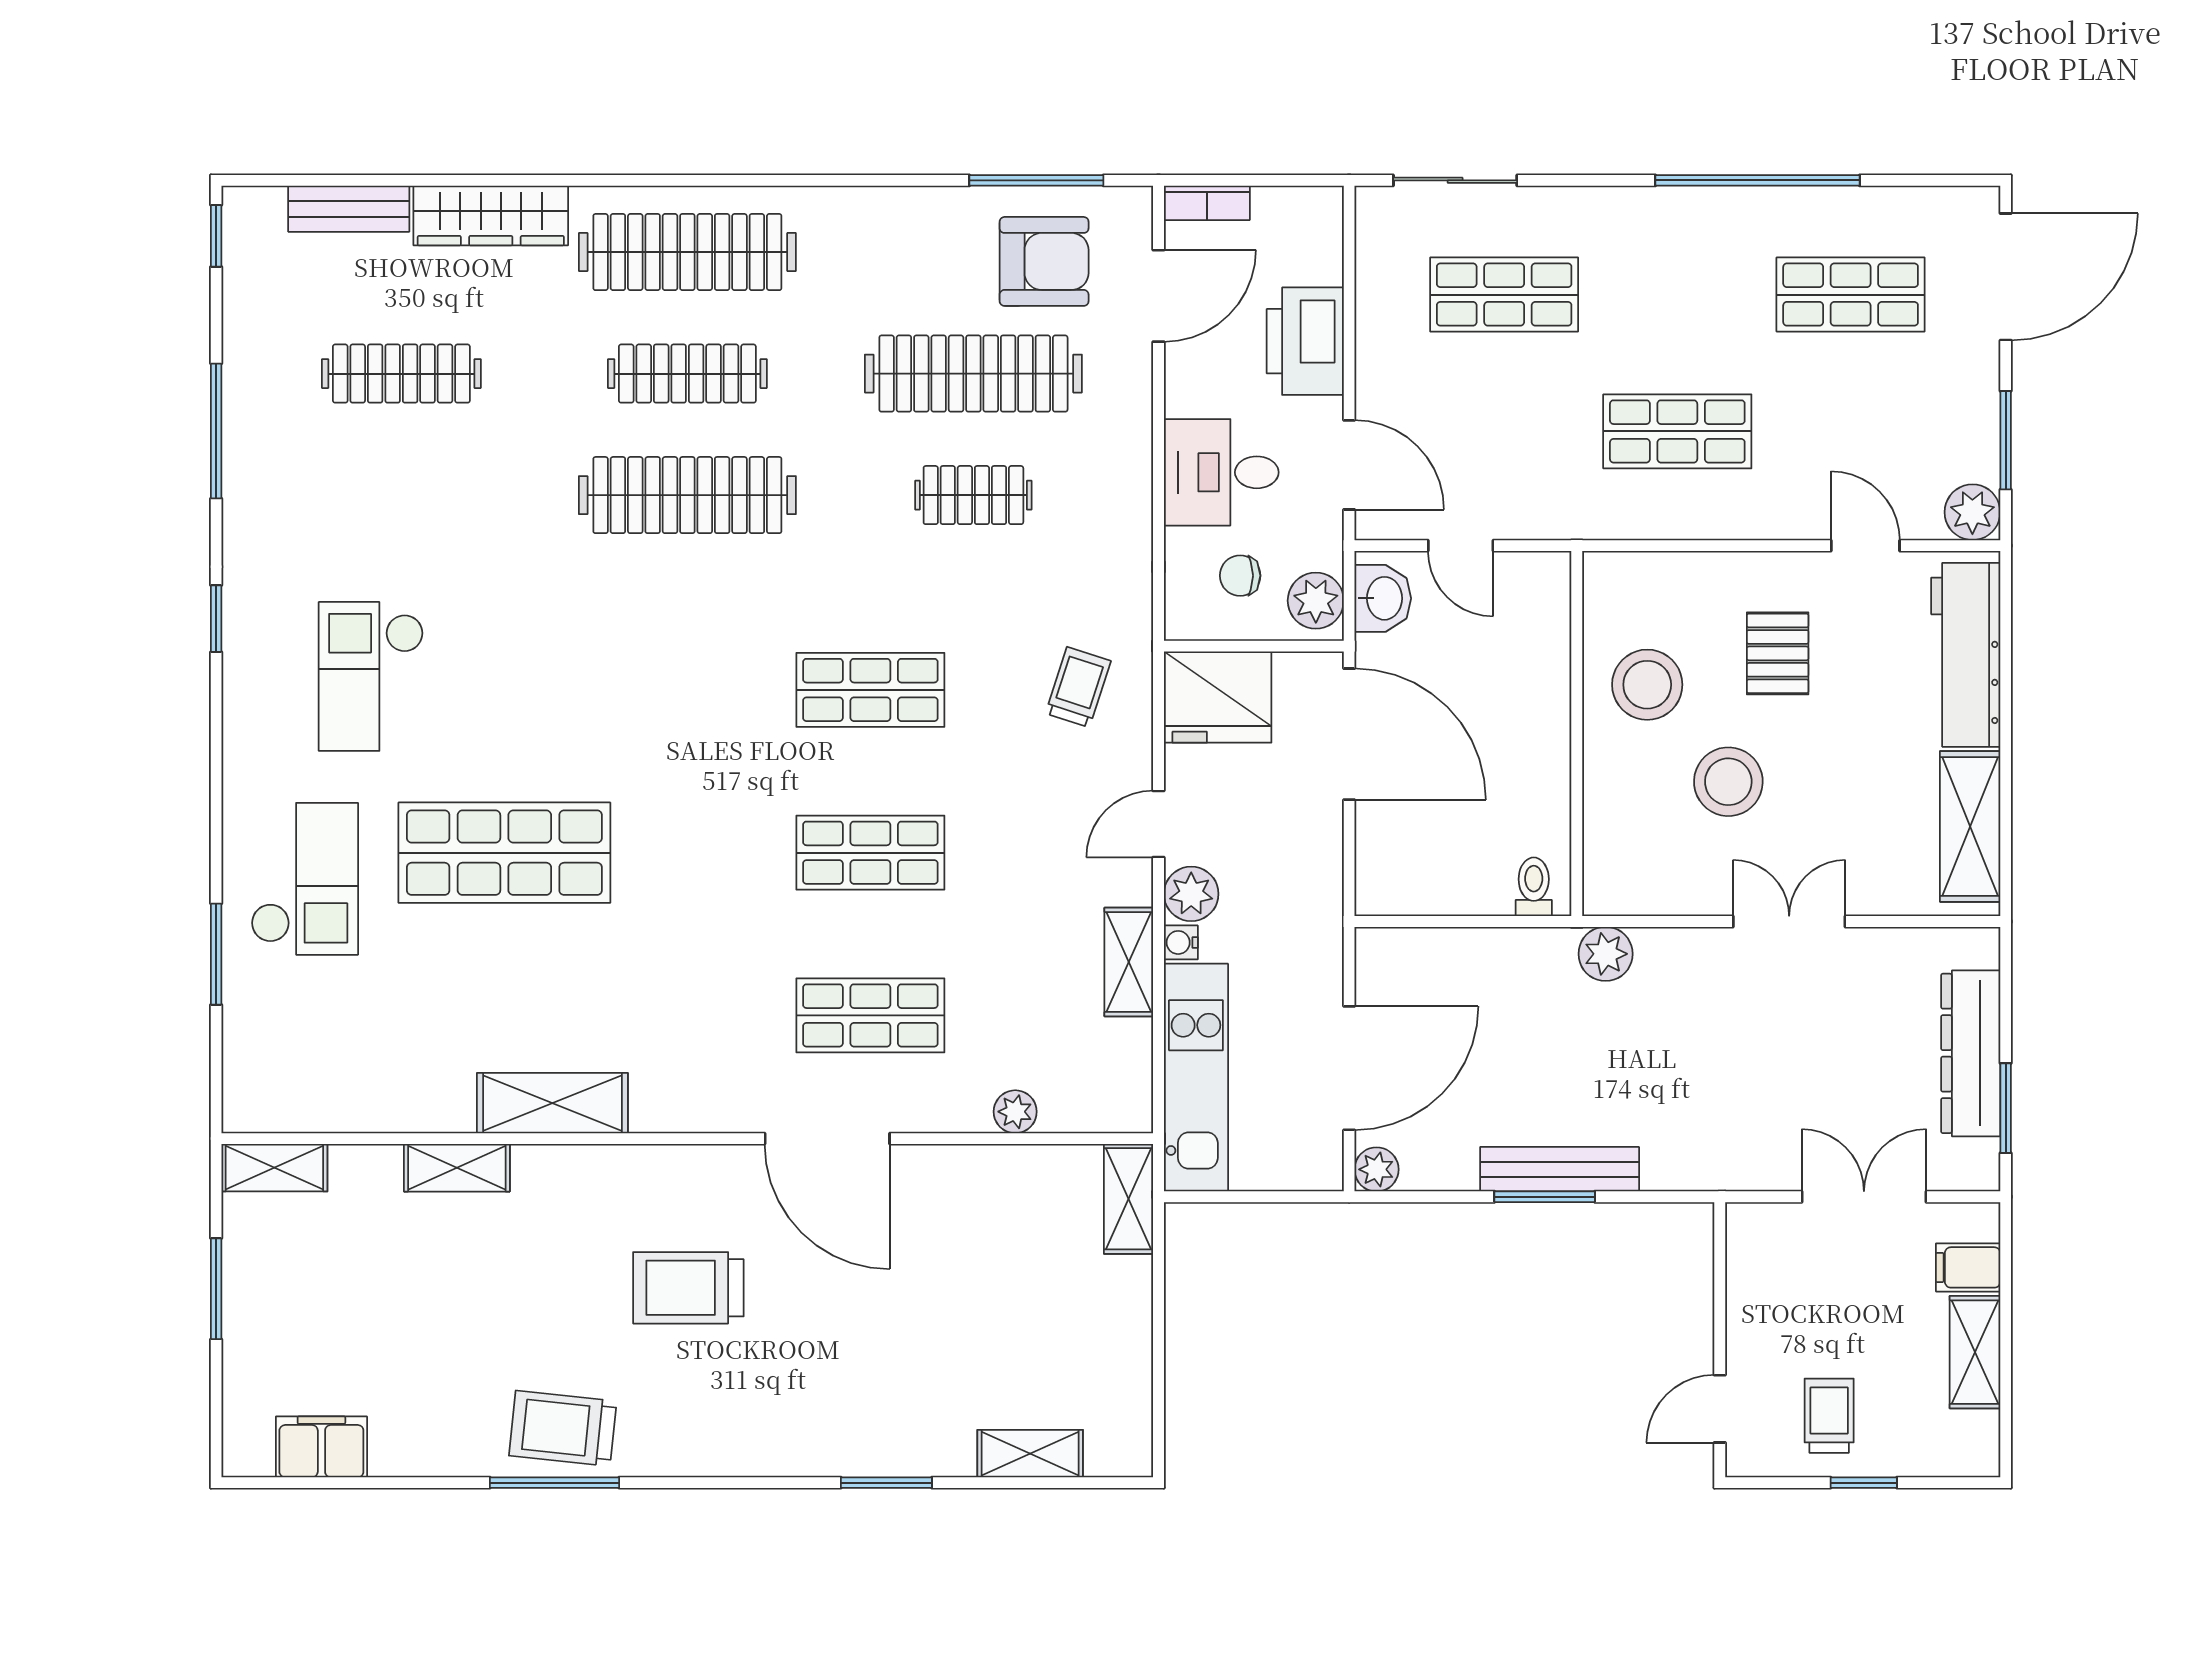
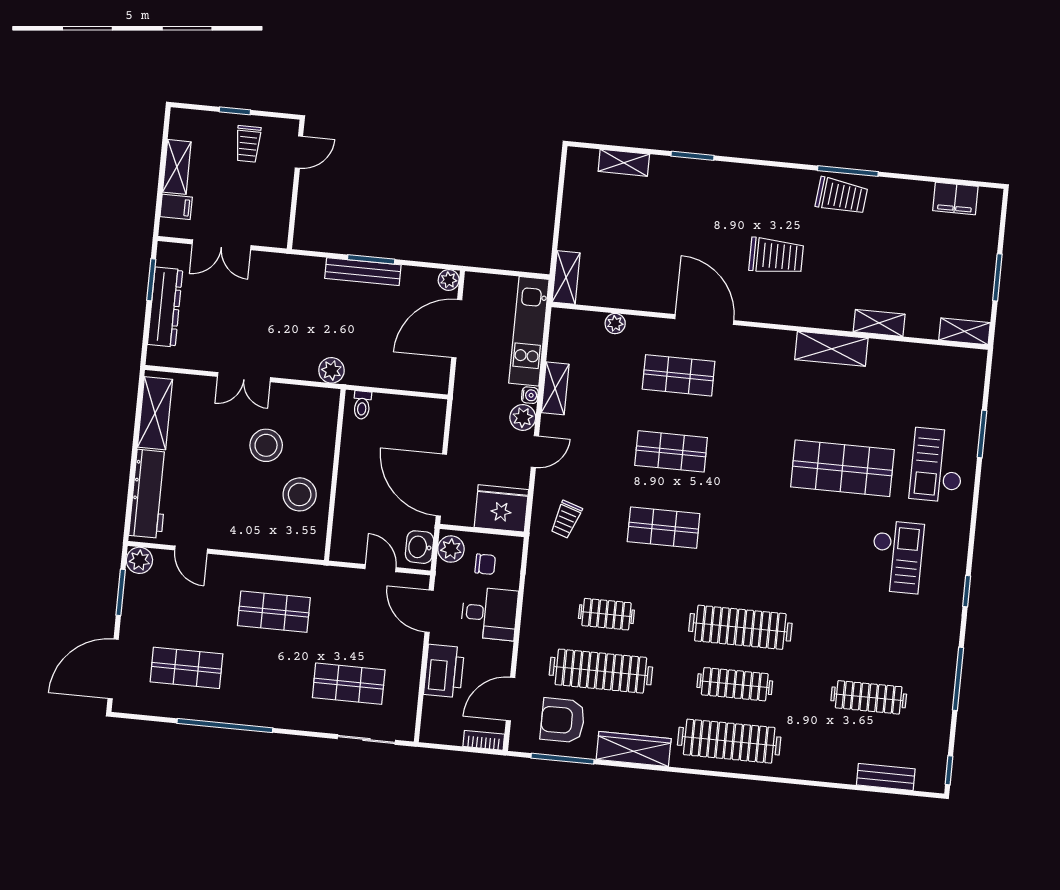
wardrobe: (491, 216) -> (634, 749), moved
pallet: (1778, 653) -> (237, 503), removed

